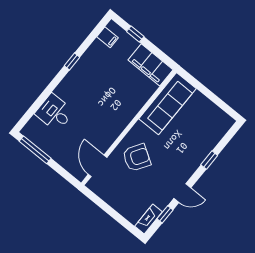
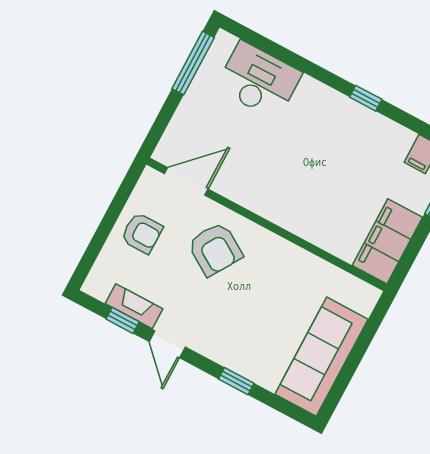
sofa: (167, 104) -> (322, 357), moved, turned 90
desk: (55, 113) -> (259, 80), width x1.37
armchair: (120, 195) -> (142, 233), added
fireplace: (149, 219) -> (134, 306), moved

